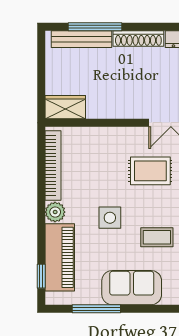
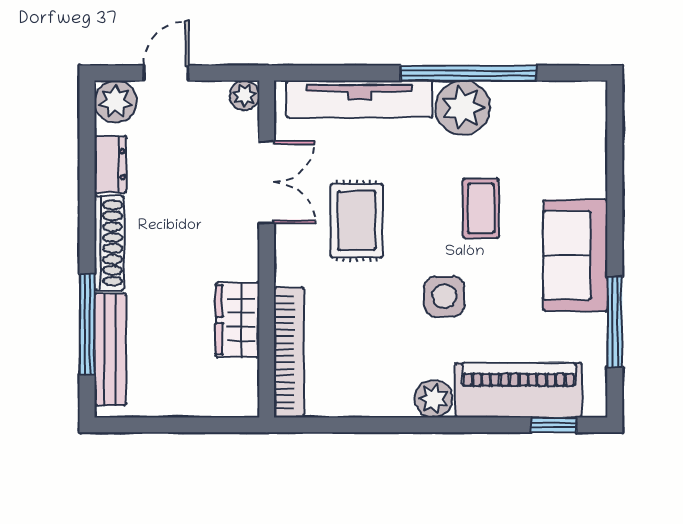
wardrobe: (65, 107) -> (237, 320), moved
bookcase: (53, 166) -> (289, 352), moved, turned 90

